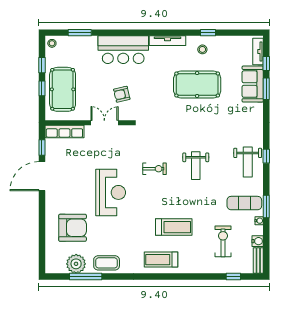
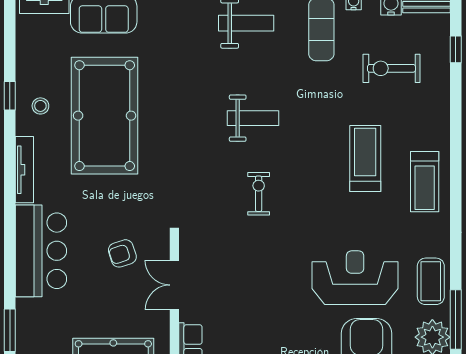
pool table: (197, 85) -> (105, 116), width x1.36, depth x1.32
armchair: (122, 94) -> (122, 253), turned 85
reception desk: (111, 192) -> (355, 278), moved

